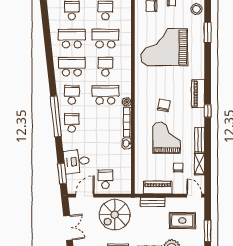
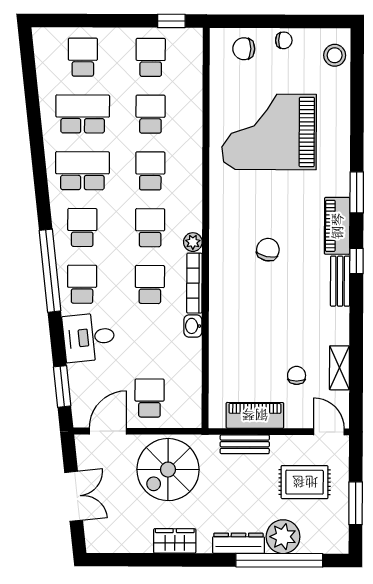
window: (208, 32) -> (357, 192), moved
school desk: (105, 39) -> (151, 114), width x0.54
school desk: (105, 95) -> (150, 228), width x0.54
school desk: (105, 123) -> (150, 284), added
grand piano: (167, 138) -> (273, 315), removed
bench: (200, 140) -> (340, 281), moved
desk: (77, 161) -> (89, 337), moved

